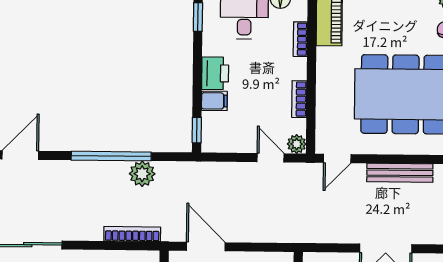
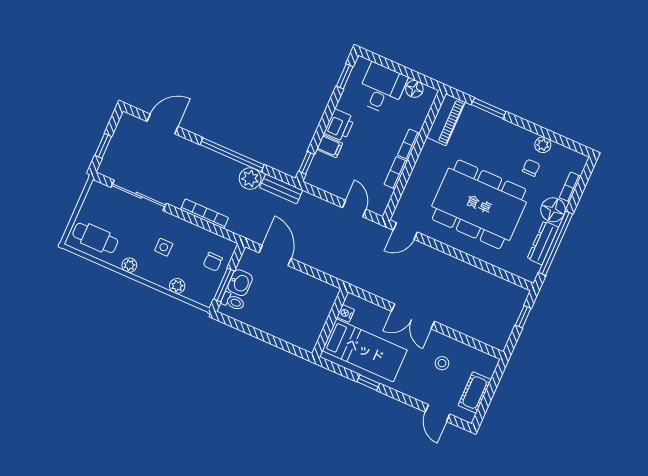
bookcase: (300, 39) -> (409, 144), moved
plant: (297, 144) -> (379, 207), removed
bench: (400, 173) -> (281, 189), moved, width x0.73
bookcase: (132, 234) -> (205, 214), moved

